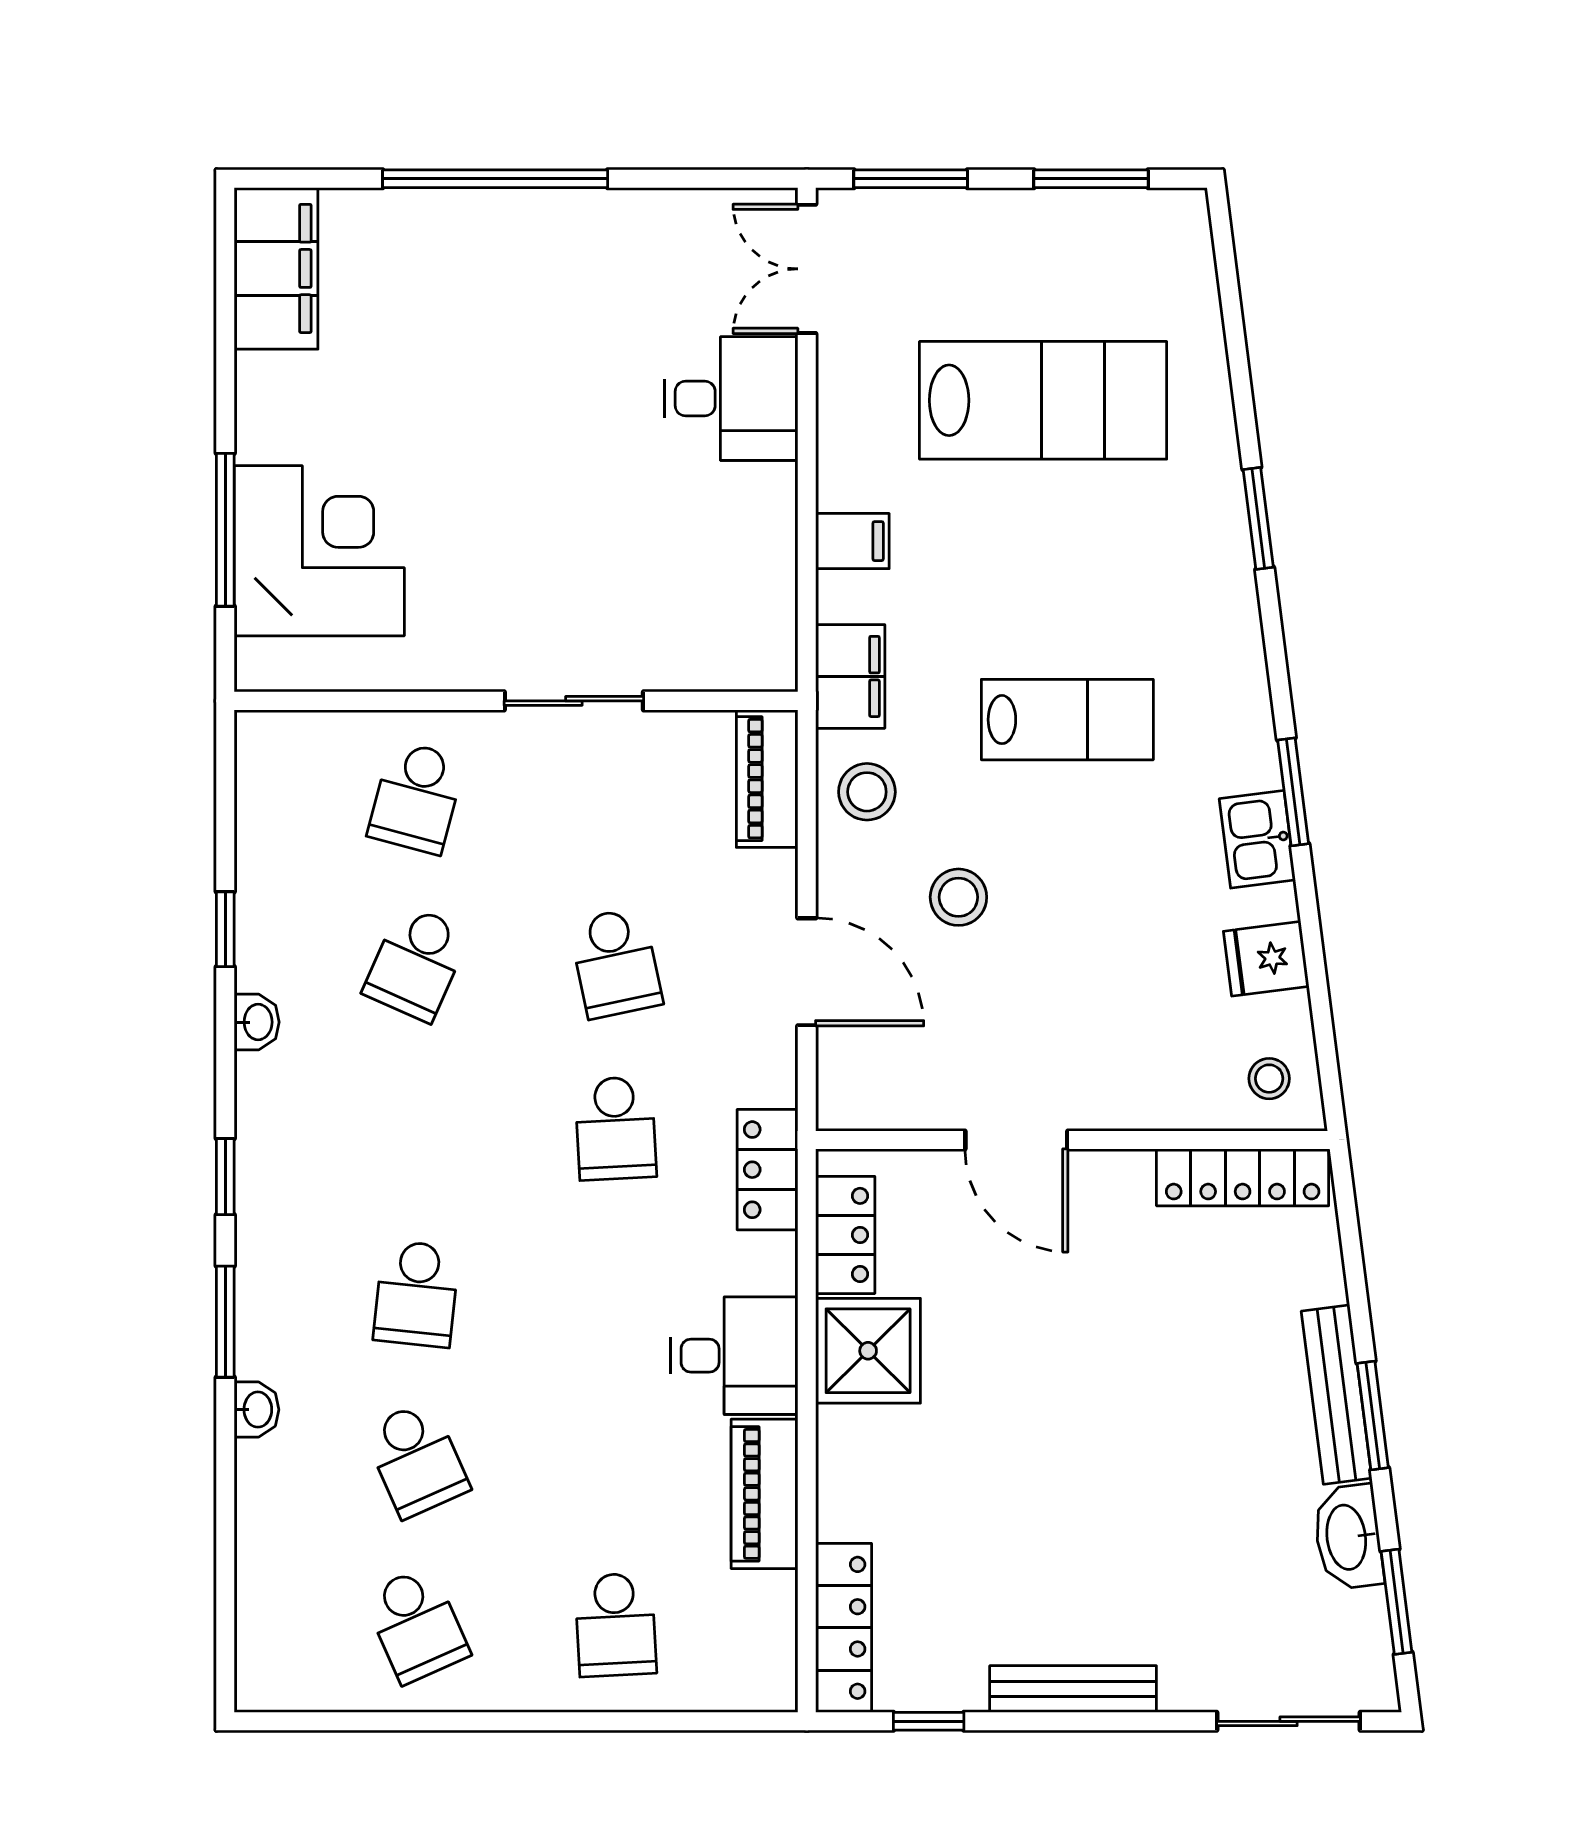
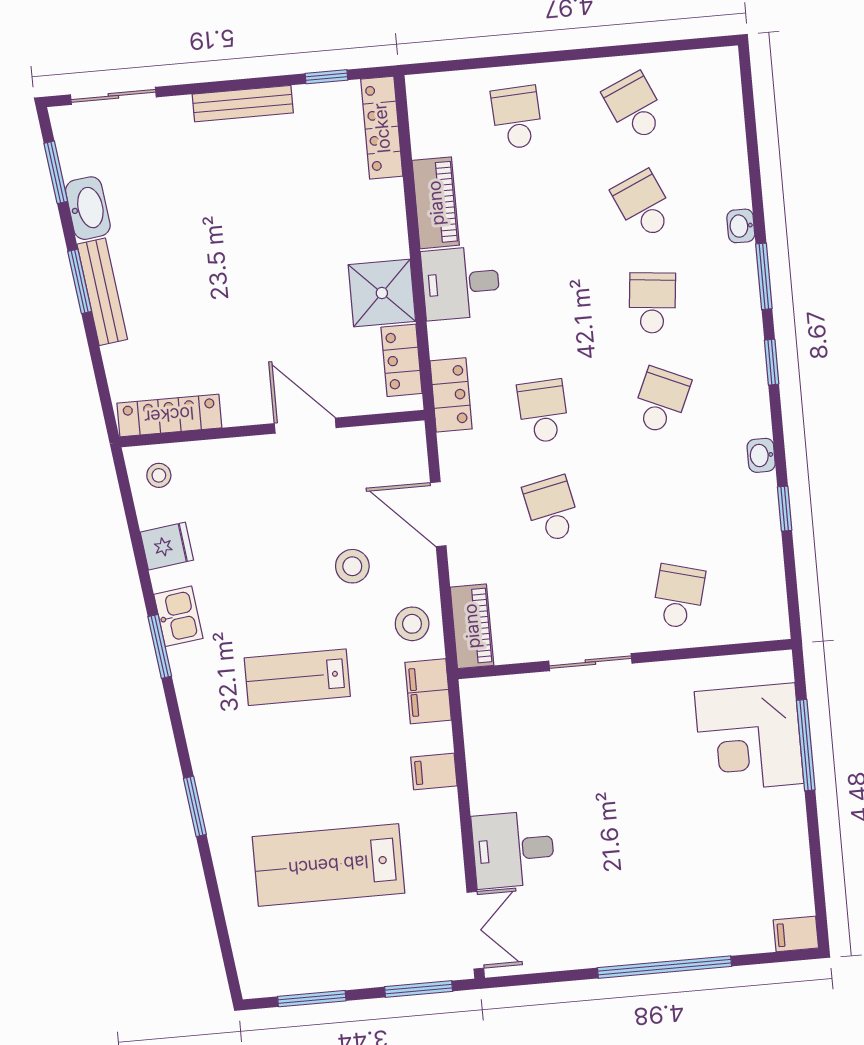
filing cabinet: (276, 268) -> (796, 934), width x0.33, depth x0.86
school desk: (416, 963) -> (661, 401), moved

